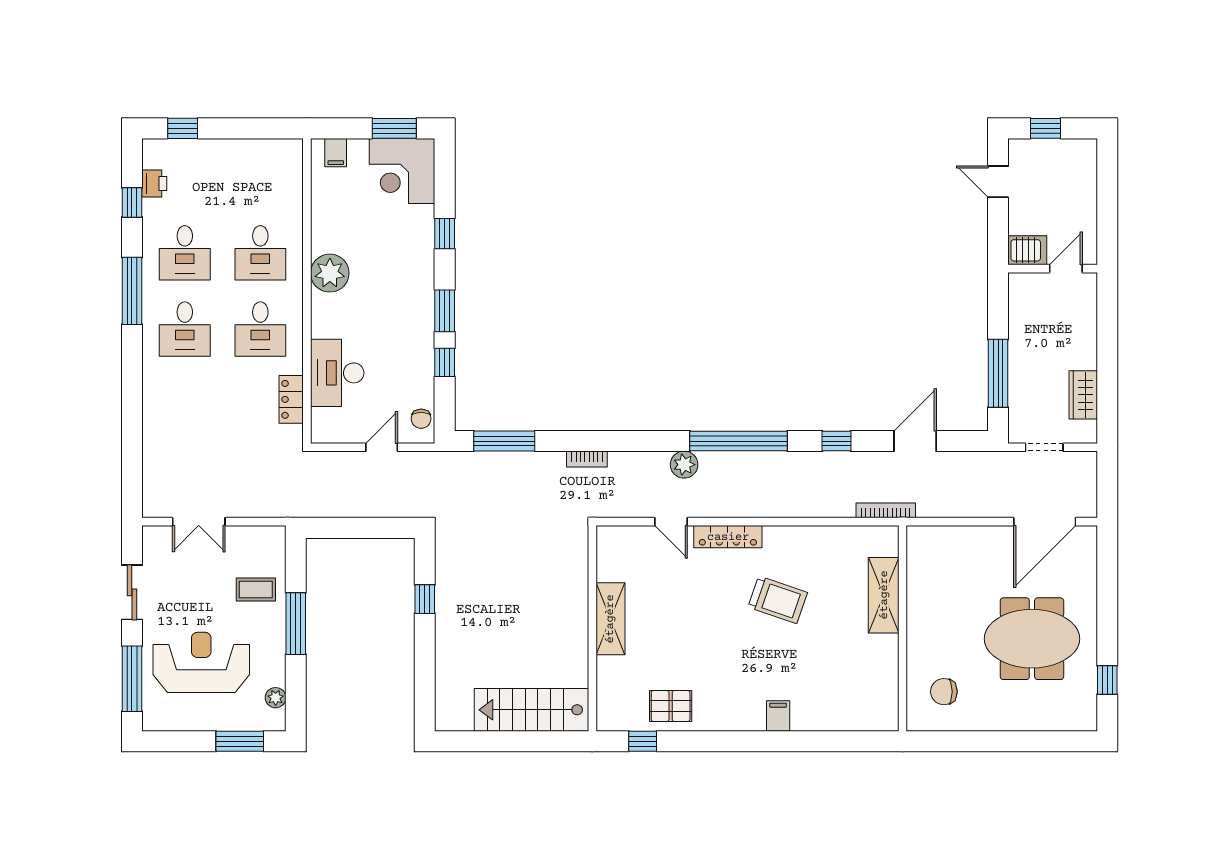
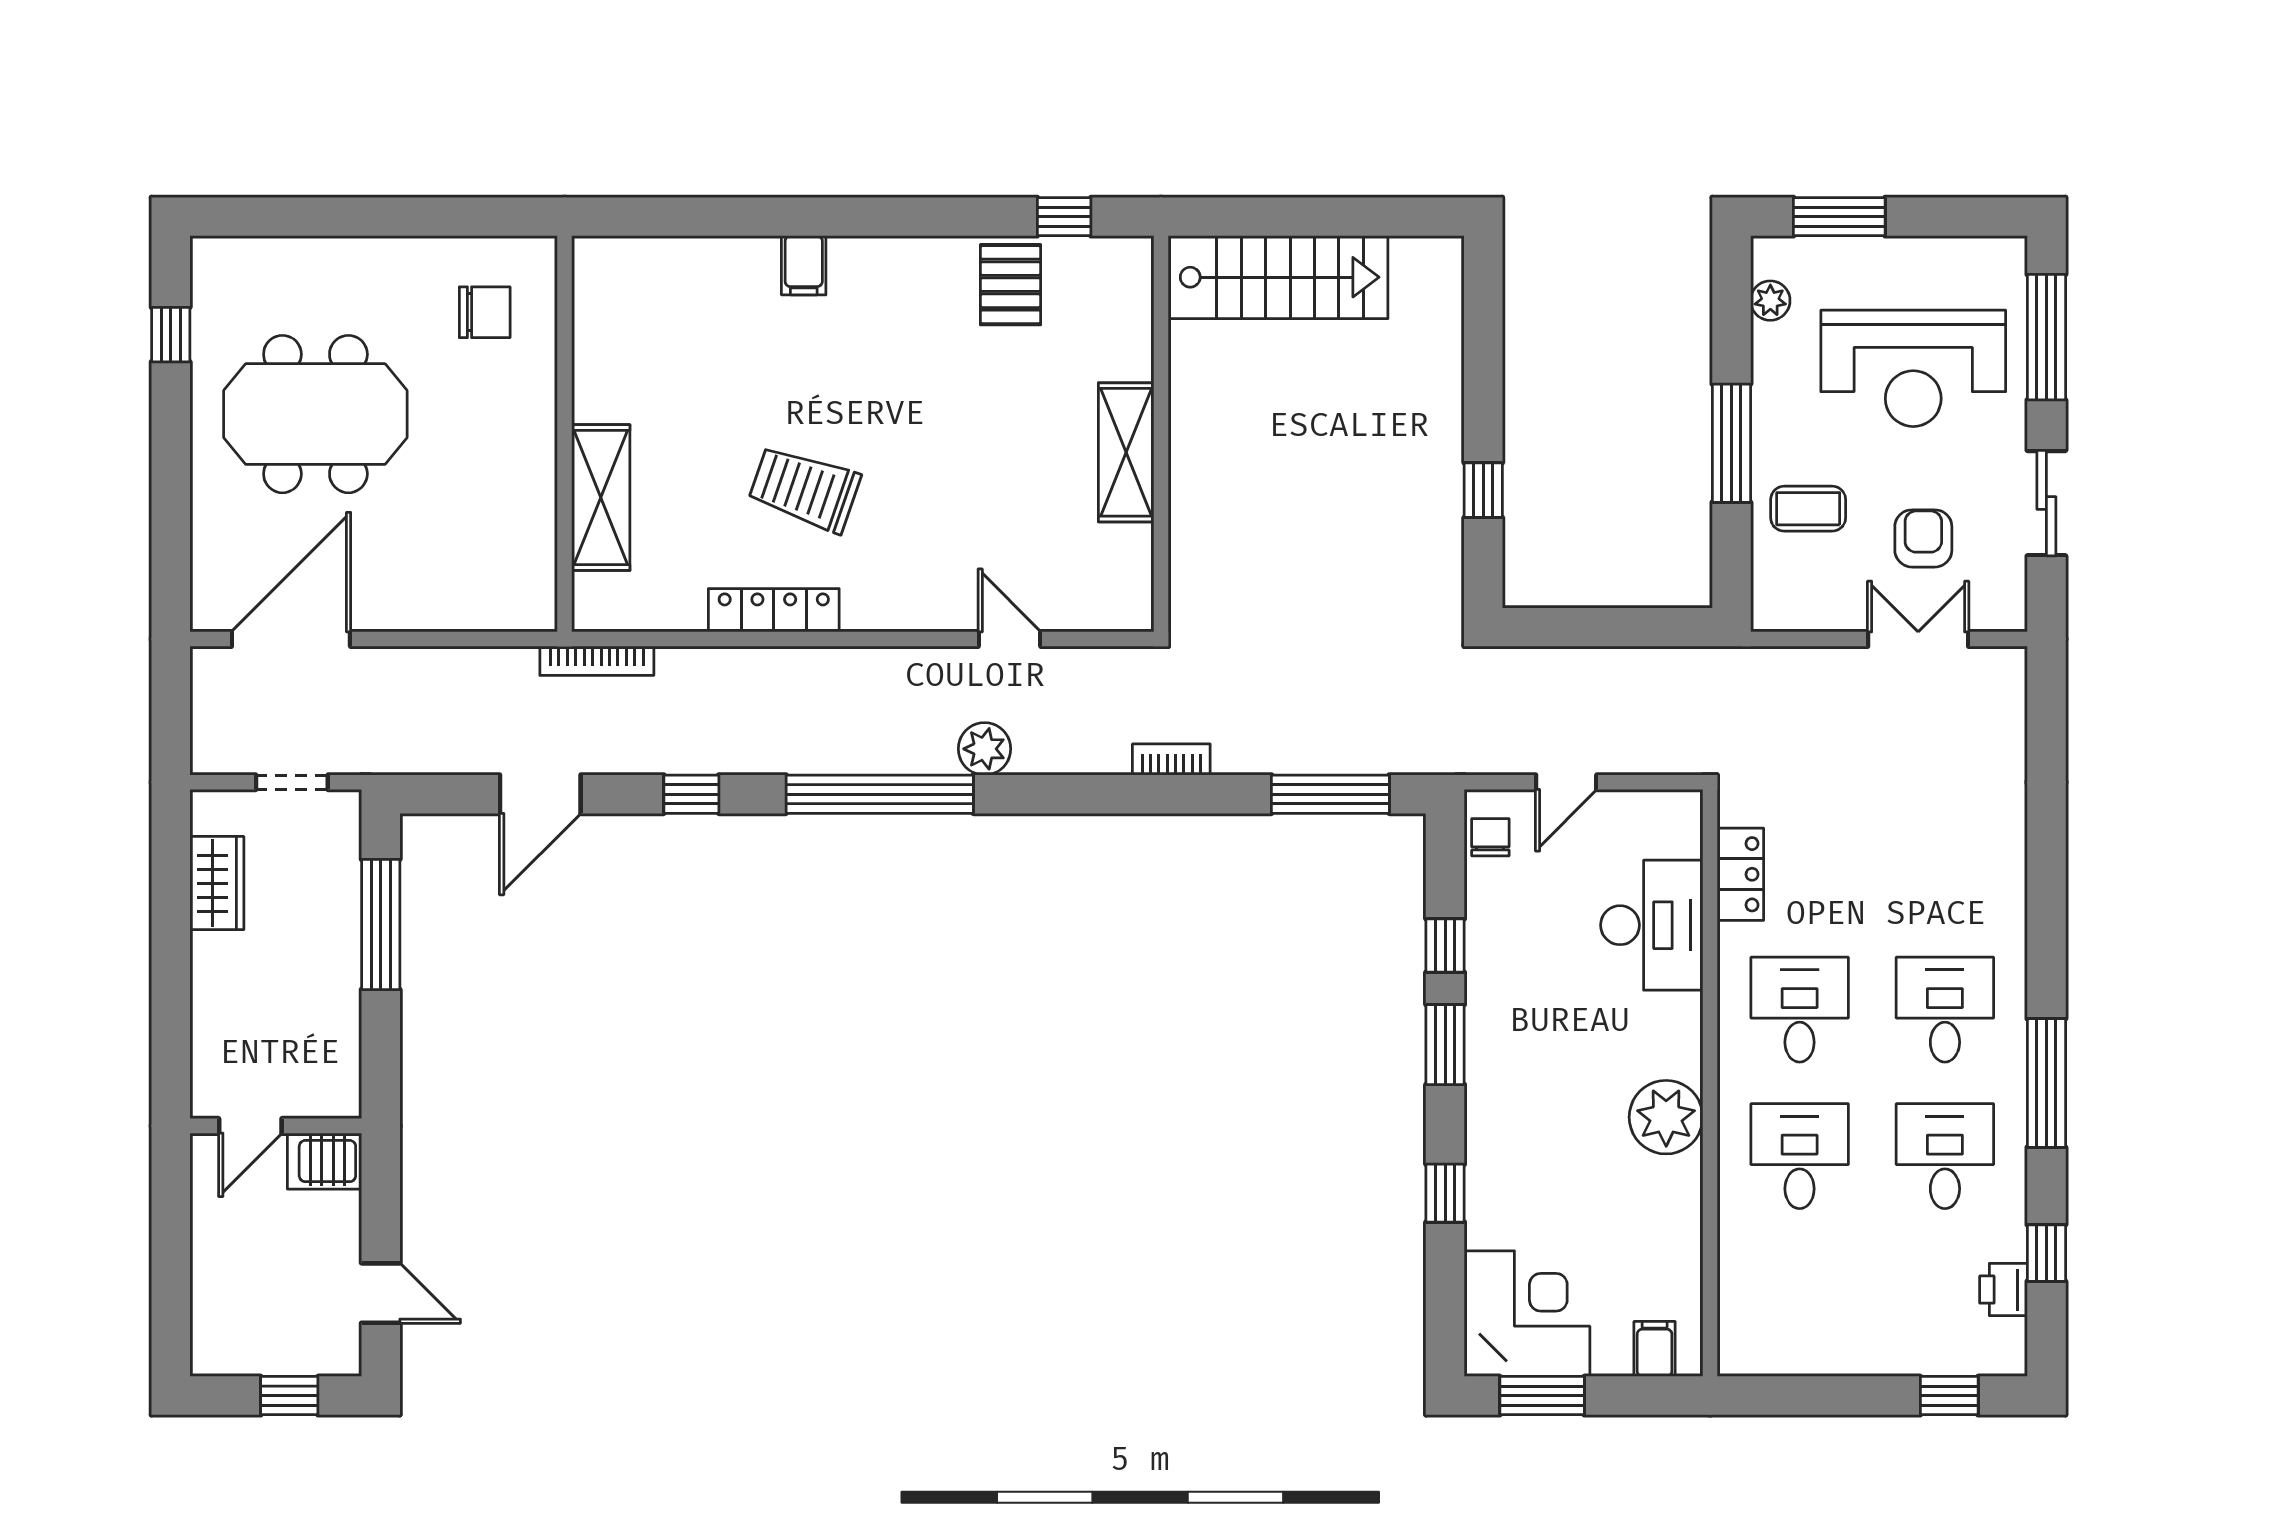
locker: (728, 537) -> (774, 610), moved
armchair: (196, 574) -> (1923, 538), added
pallet: (671, 706) -> (1010, 285), turned 90

